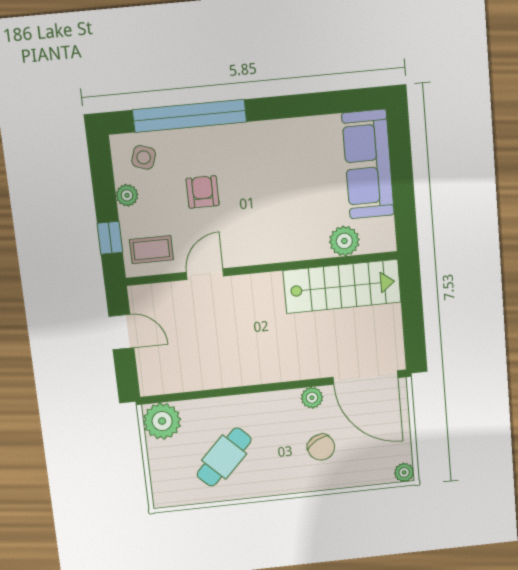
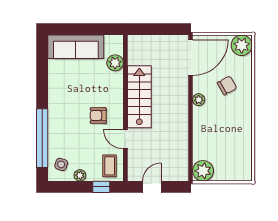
armchair: (203, 192) -> (98, 115), moved
stairs: (342, 286) -> (139, 97), moved
plant: (312, 398) -> (199, 100), moved
cafe table: (224, 457) -> (227, 139), removed
plant: (404, 472) -> (242, 45), width x1.88, depth x1.88

